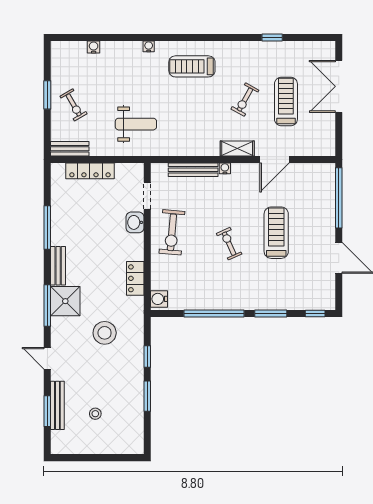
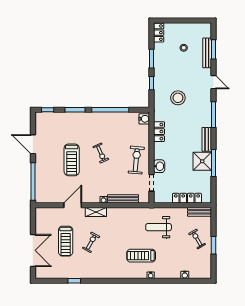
treadmill: (192, 66) -> (141, 256), moved, turned 180
shower: (65, 301) -> (202, 161), moved
locker: (136, 438) -> (159, 33), added

